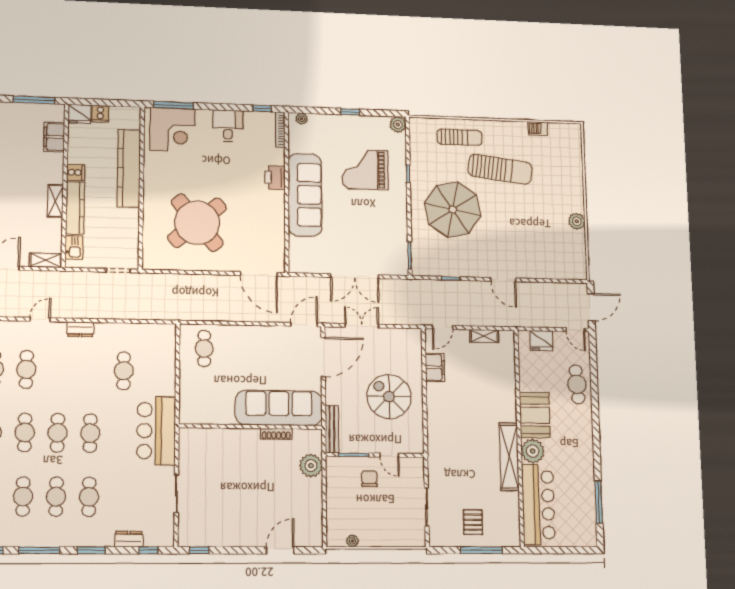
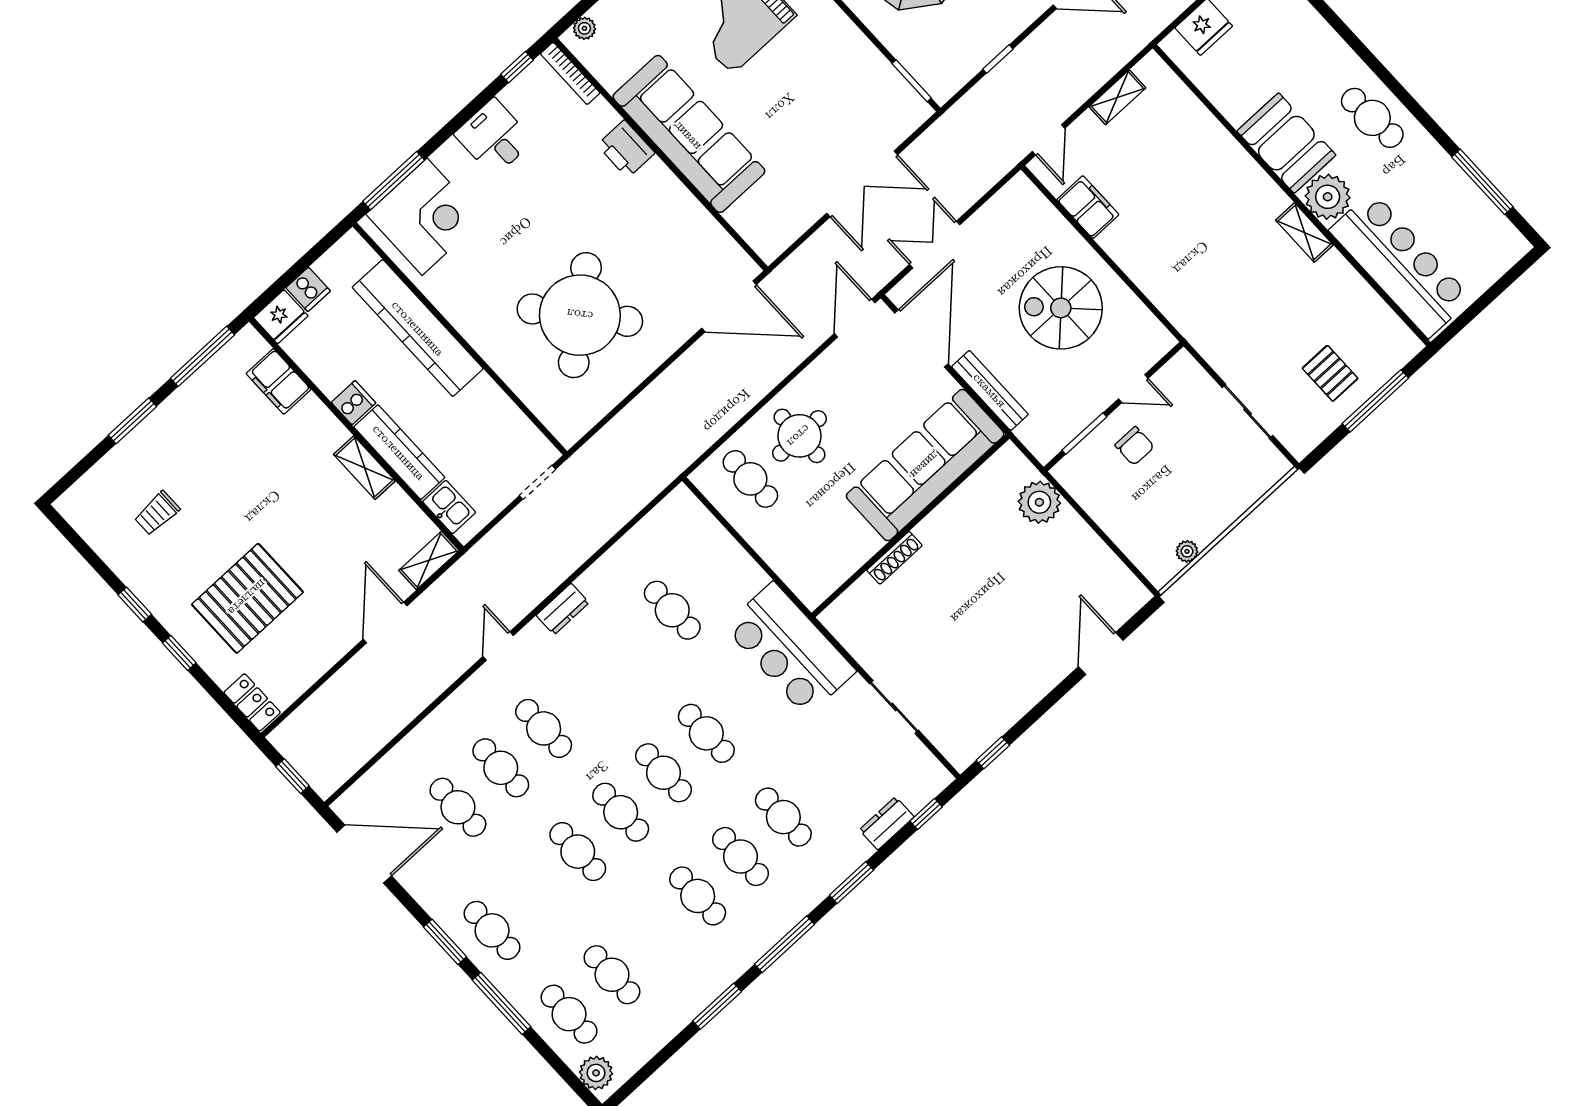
round table: (240, 350) -> (799, 436), added
cafe table: (577, 384) -> (1372, 118), moved
bench: (332, 429) -> (990, 390), moved
shoe rack: (276, 434) -> (894, 558), moved
shelving: (509, 457) -> (1304, 233), width x0.45, depth x0.75
chair: (369, 479) -> (1135, 446), turned 180

